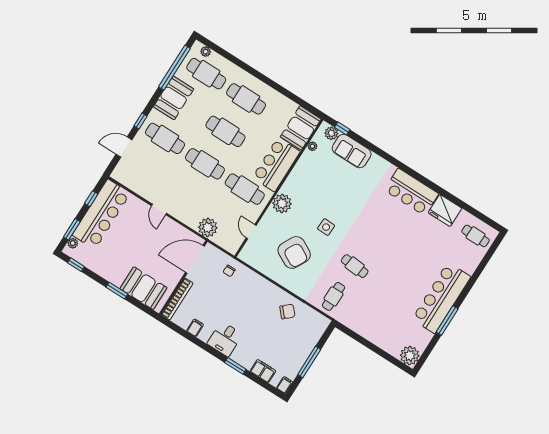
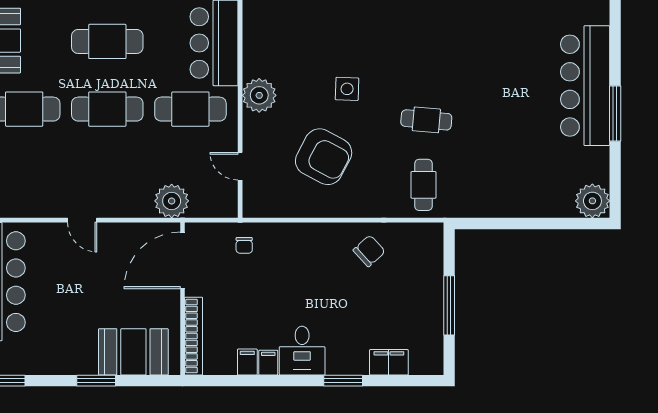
filing cabinet: (285, 385) -> (268, 363), moved

